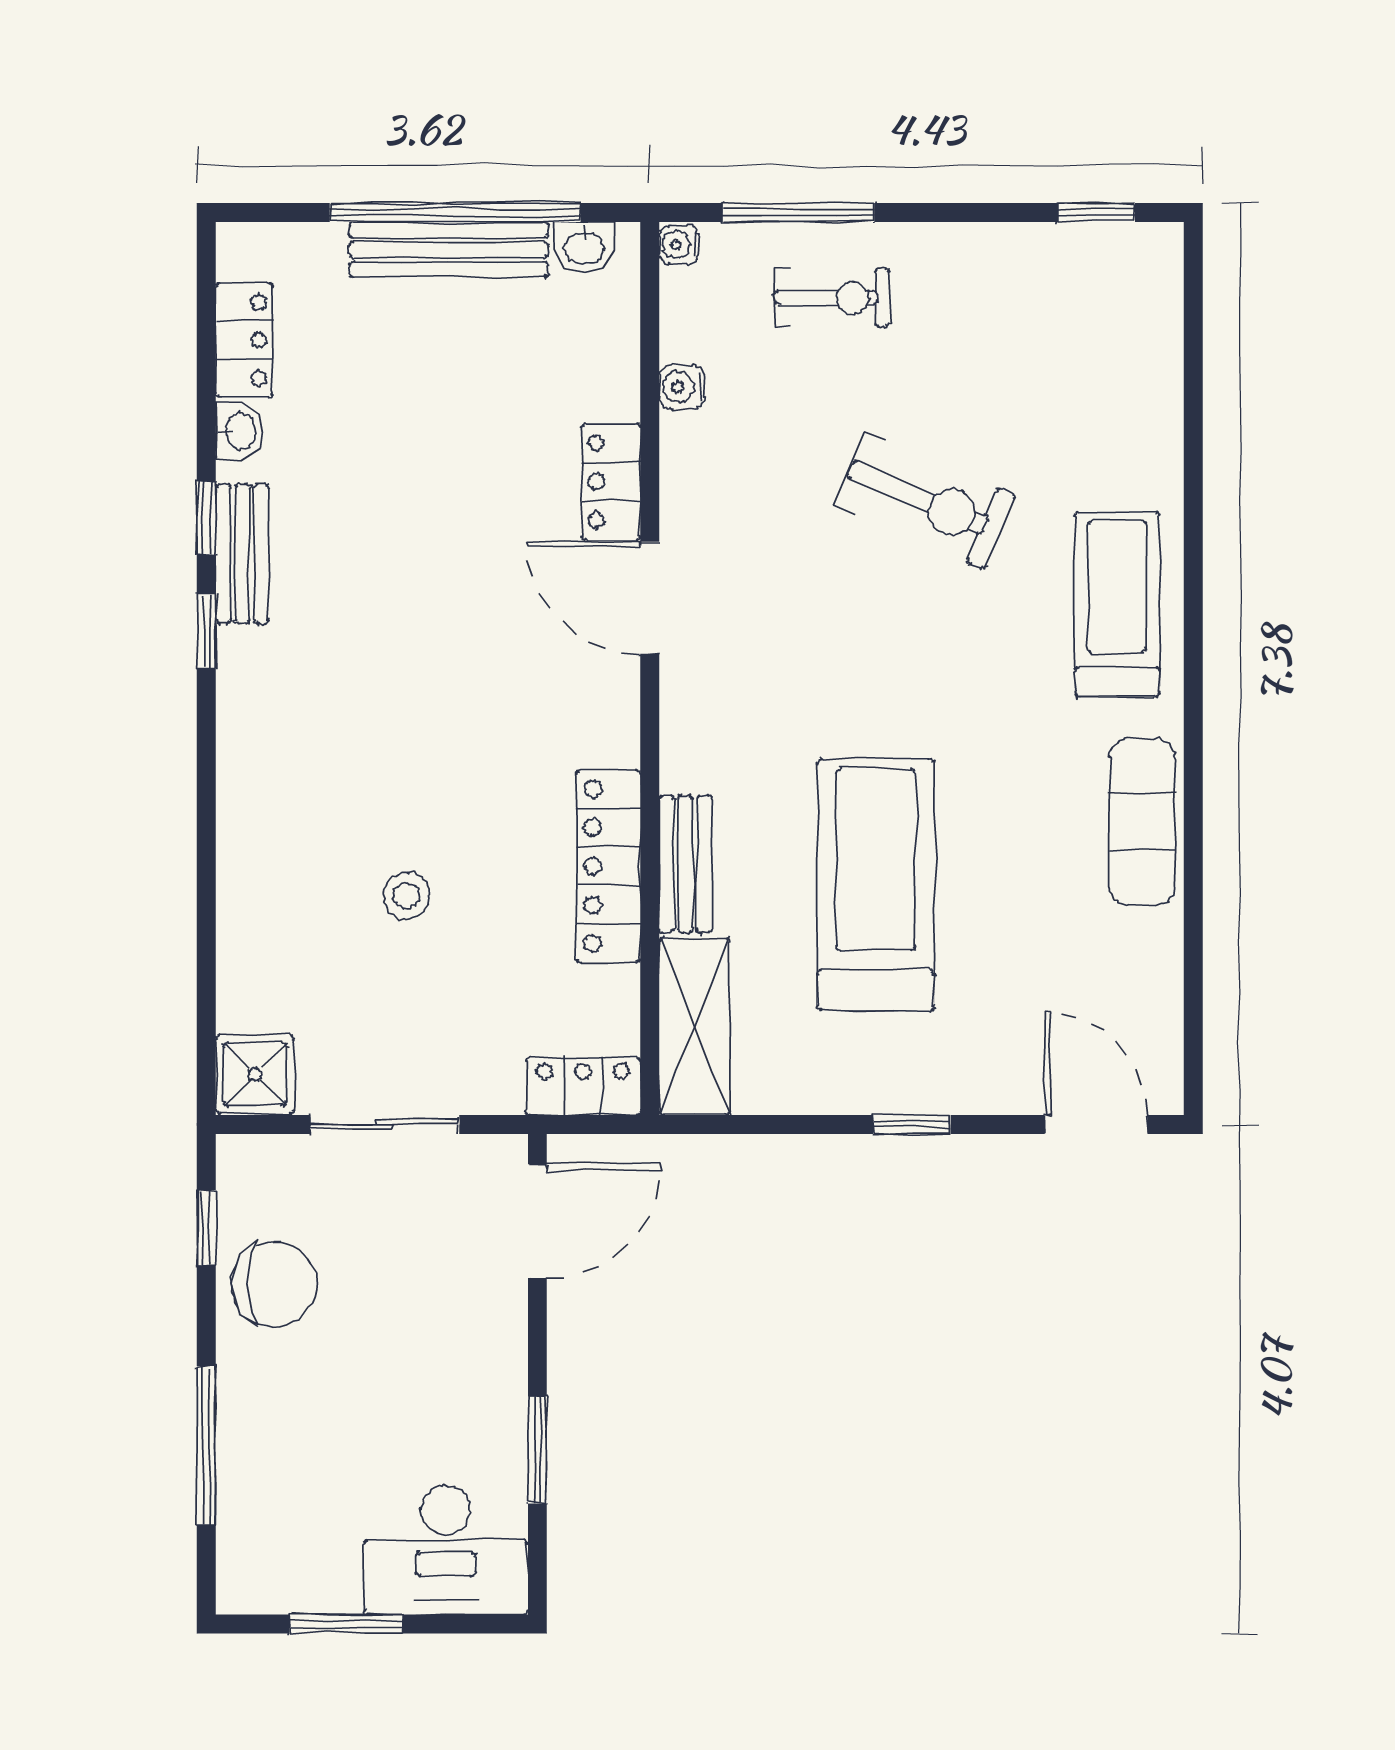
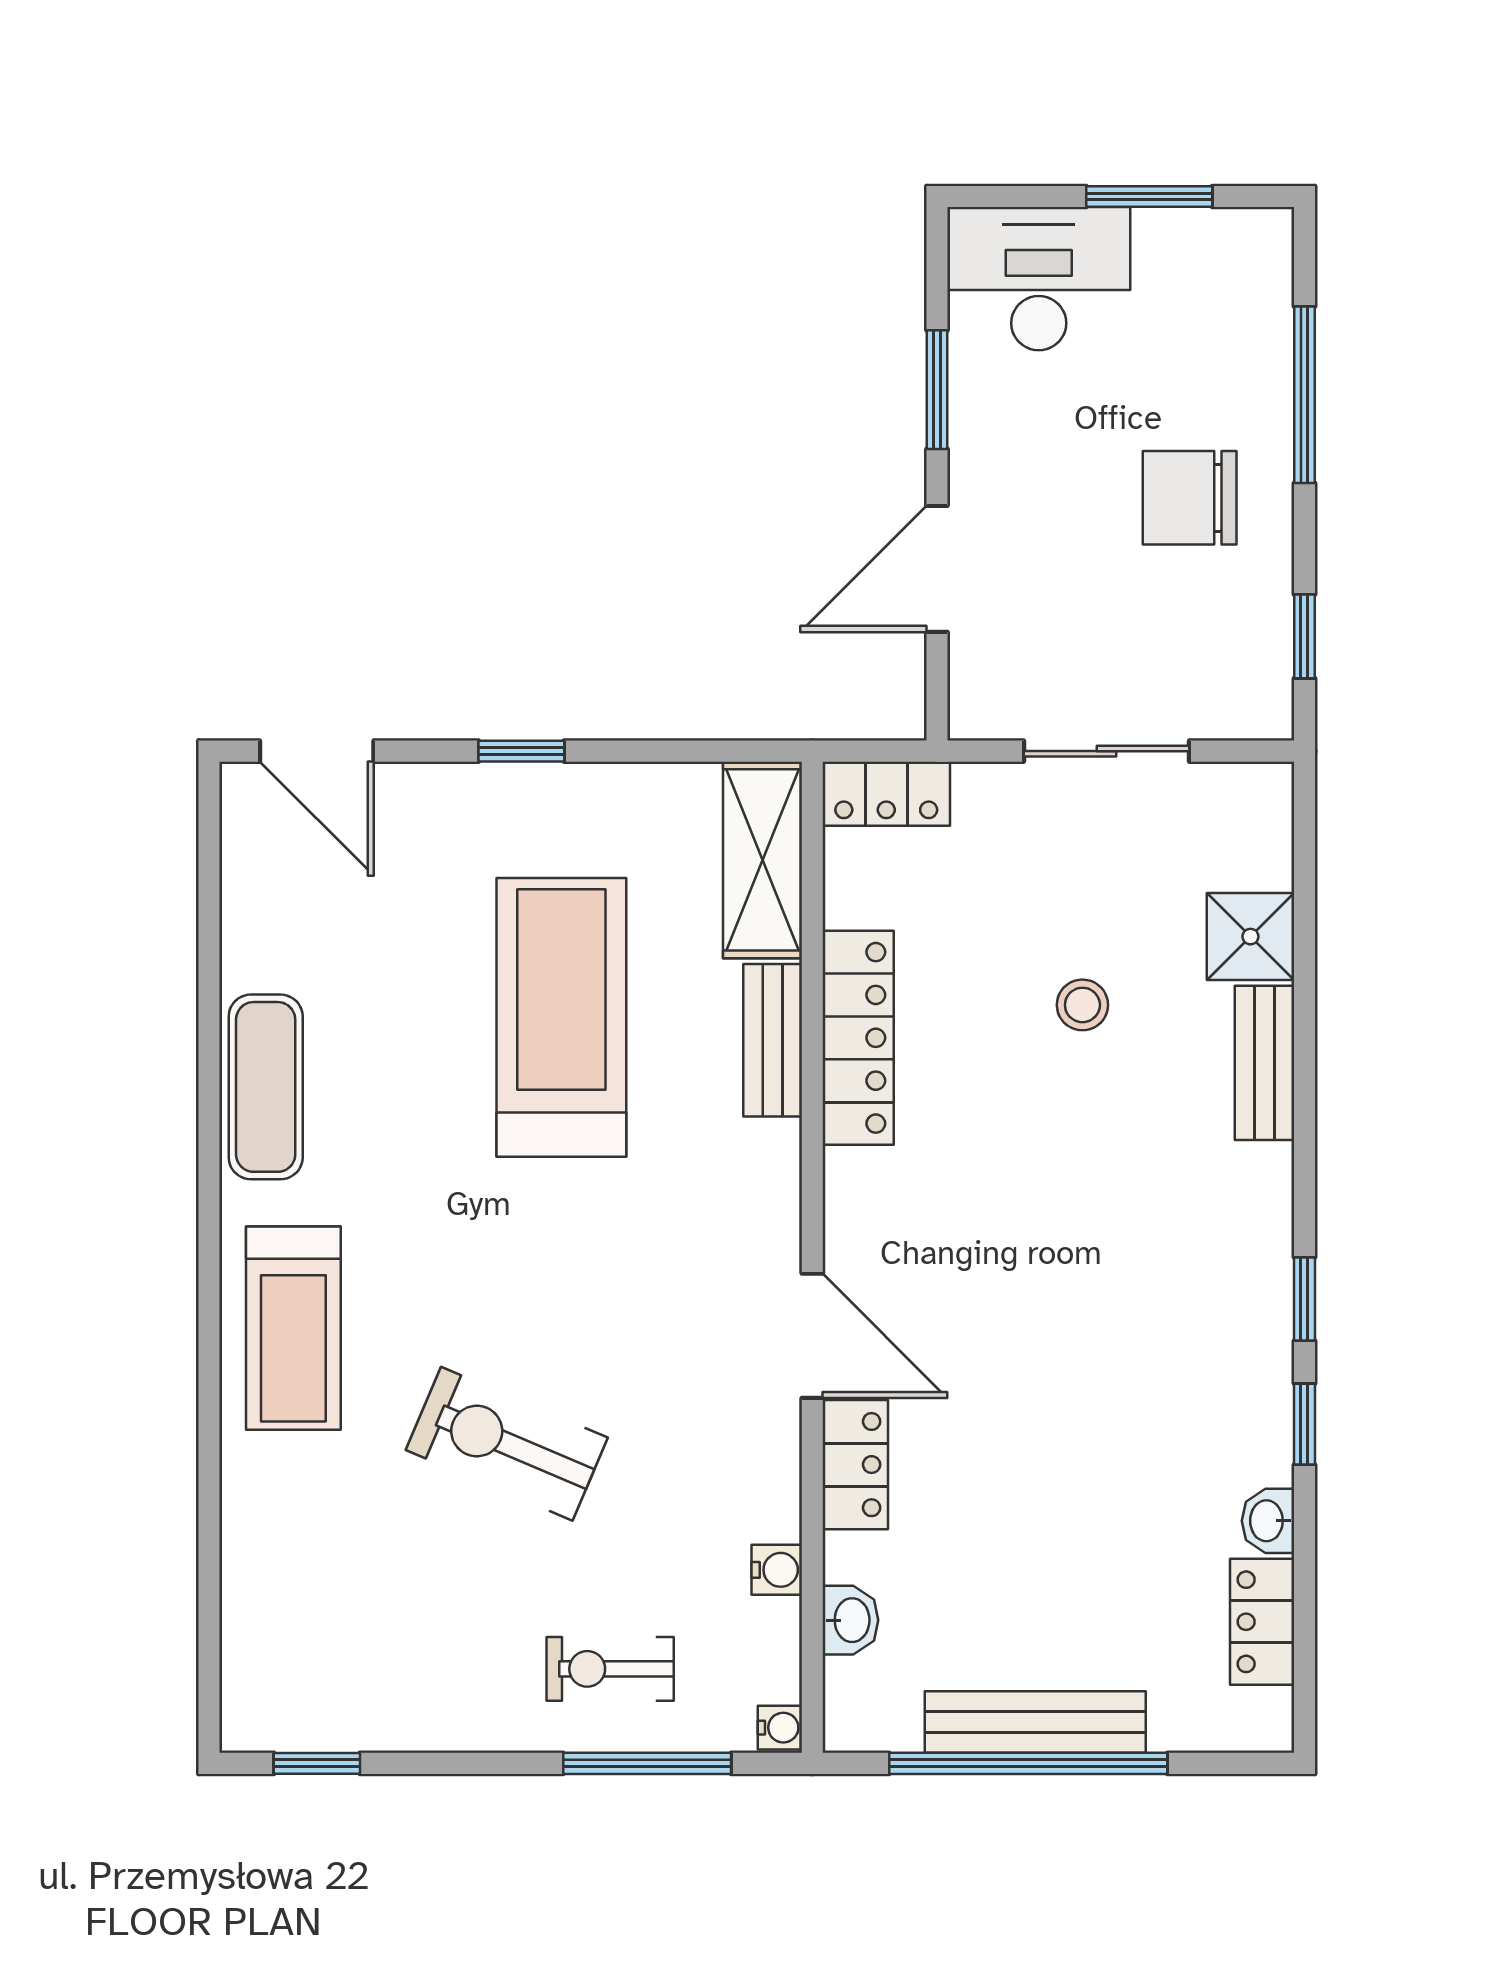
washbasin: (584, 247) -> (850, 1620), moved, turned 90
bench: (242, 554) -> (1264, 1063), moved
treadmill: (876, 885) -> (561, 1017), turned 180
shower: (255, 1074) -> (1250, 937), moved
door: (537, 1221) -> (937, 569), moved
chair: (274, 1284) -> (1190, 498), moved

